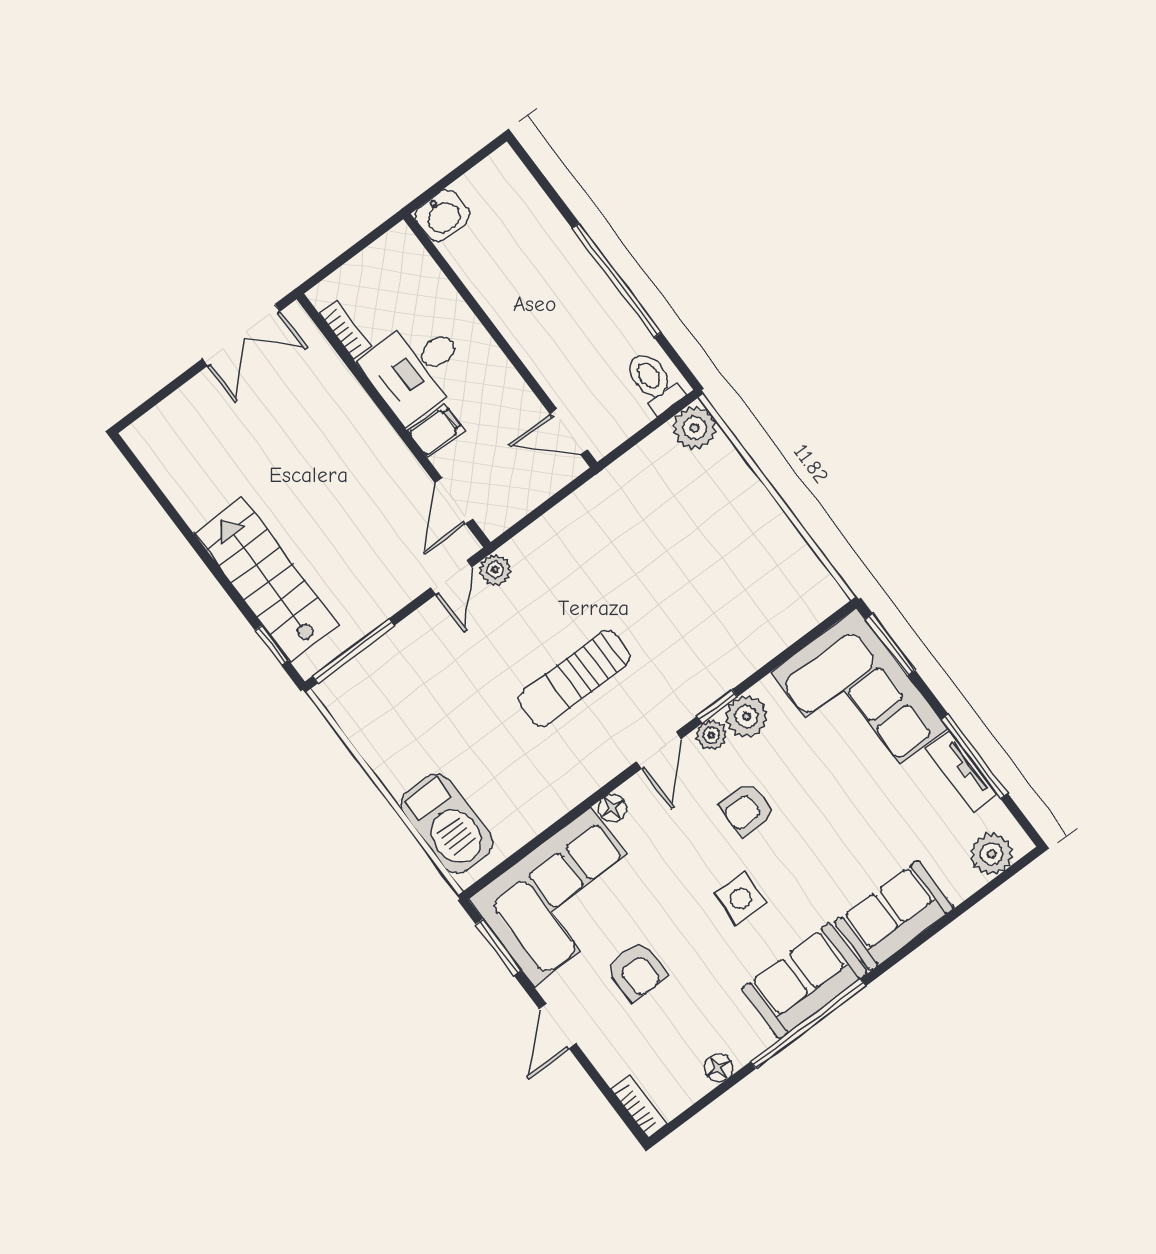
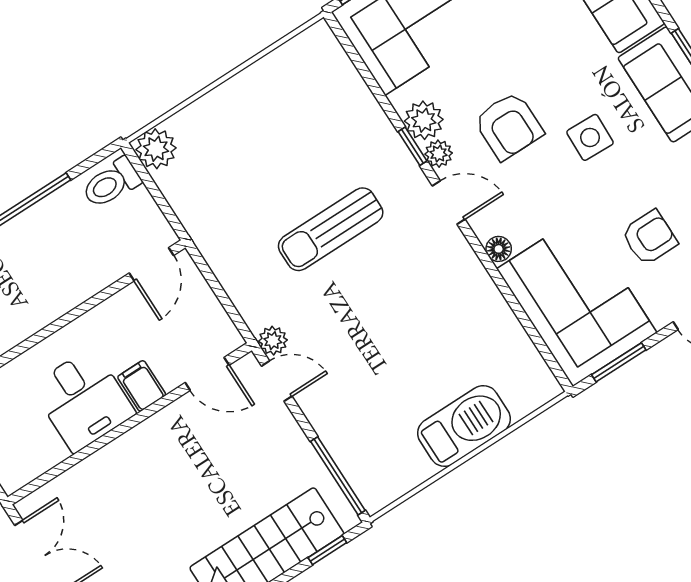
bookcase: (345, 330) -> (43, 462), removed
sun lounger: (574, 678) -> (331, 229), moved, turned 90
armchair: (747, 809) -> (509, 126), width x1.38, depth x1.38
barbecue: (447, 824) -> (464, 426), moved

